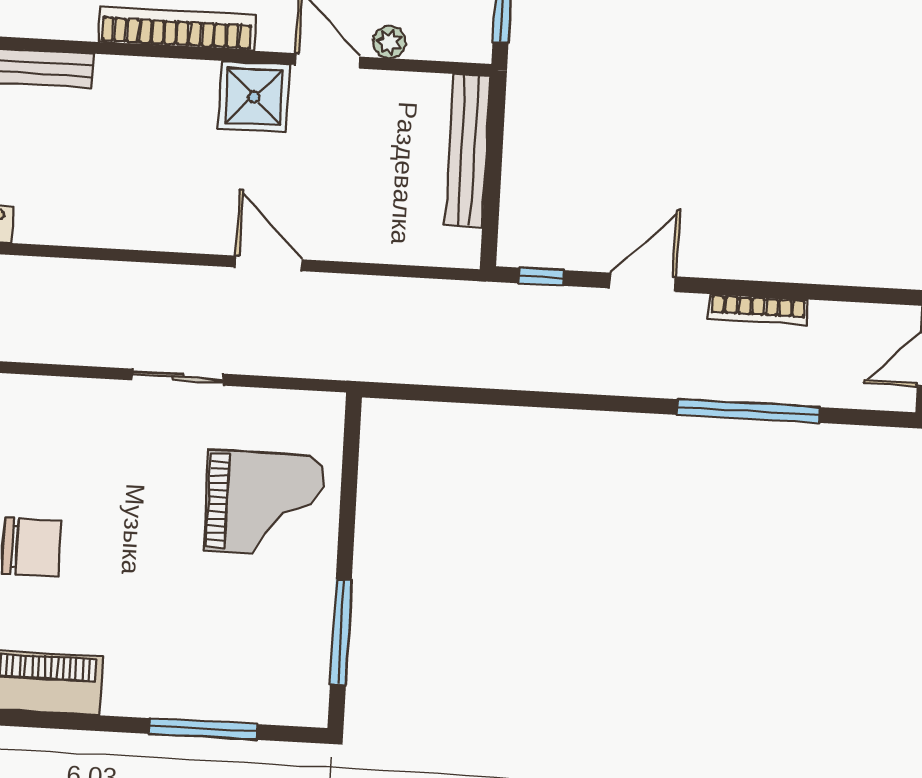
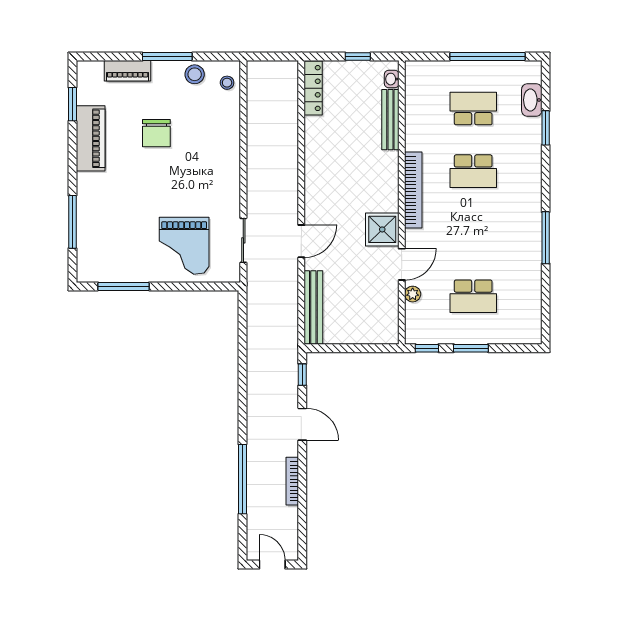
bench: (468, 150) -> (313, 307), moved, turned 90
sliding door: (178, 377) -> (243, 240), moved

